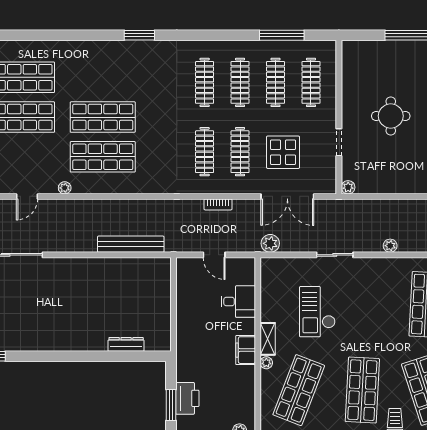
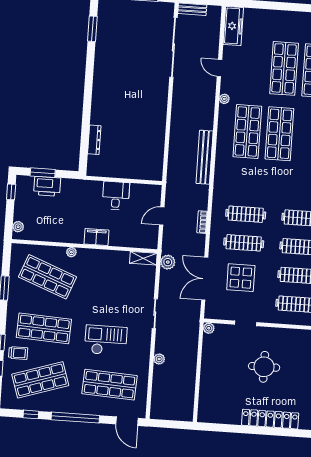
bench: (131, 244) -> (205, 157), moved
desk: (238, 302) -> (116, 196), moved, turned 180
checkout: (317, 312) -> (106, 340), moved
shelving: (268, 339) -> (143, 258), moved
filing cabinet: (246, 350) -> (96, 237), moved

